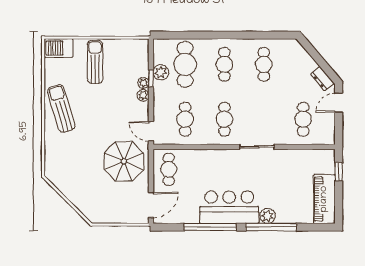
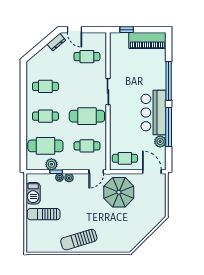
barbecue: (59, 48) -> (33, 193), moved
cafe table: (224, 119) -> (87, 116), width x1.37, depth x1.35
plant: (268, 216) -> (160, 142), moved

